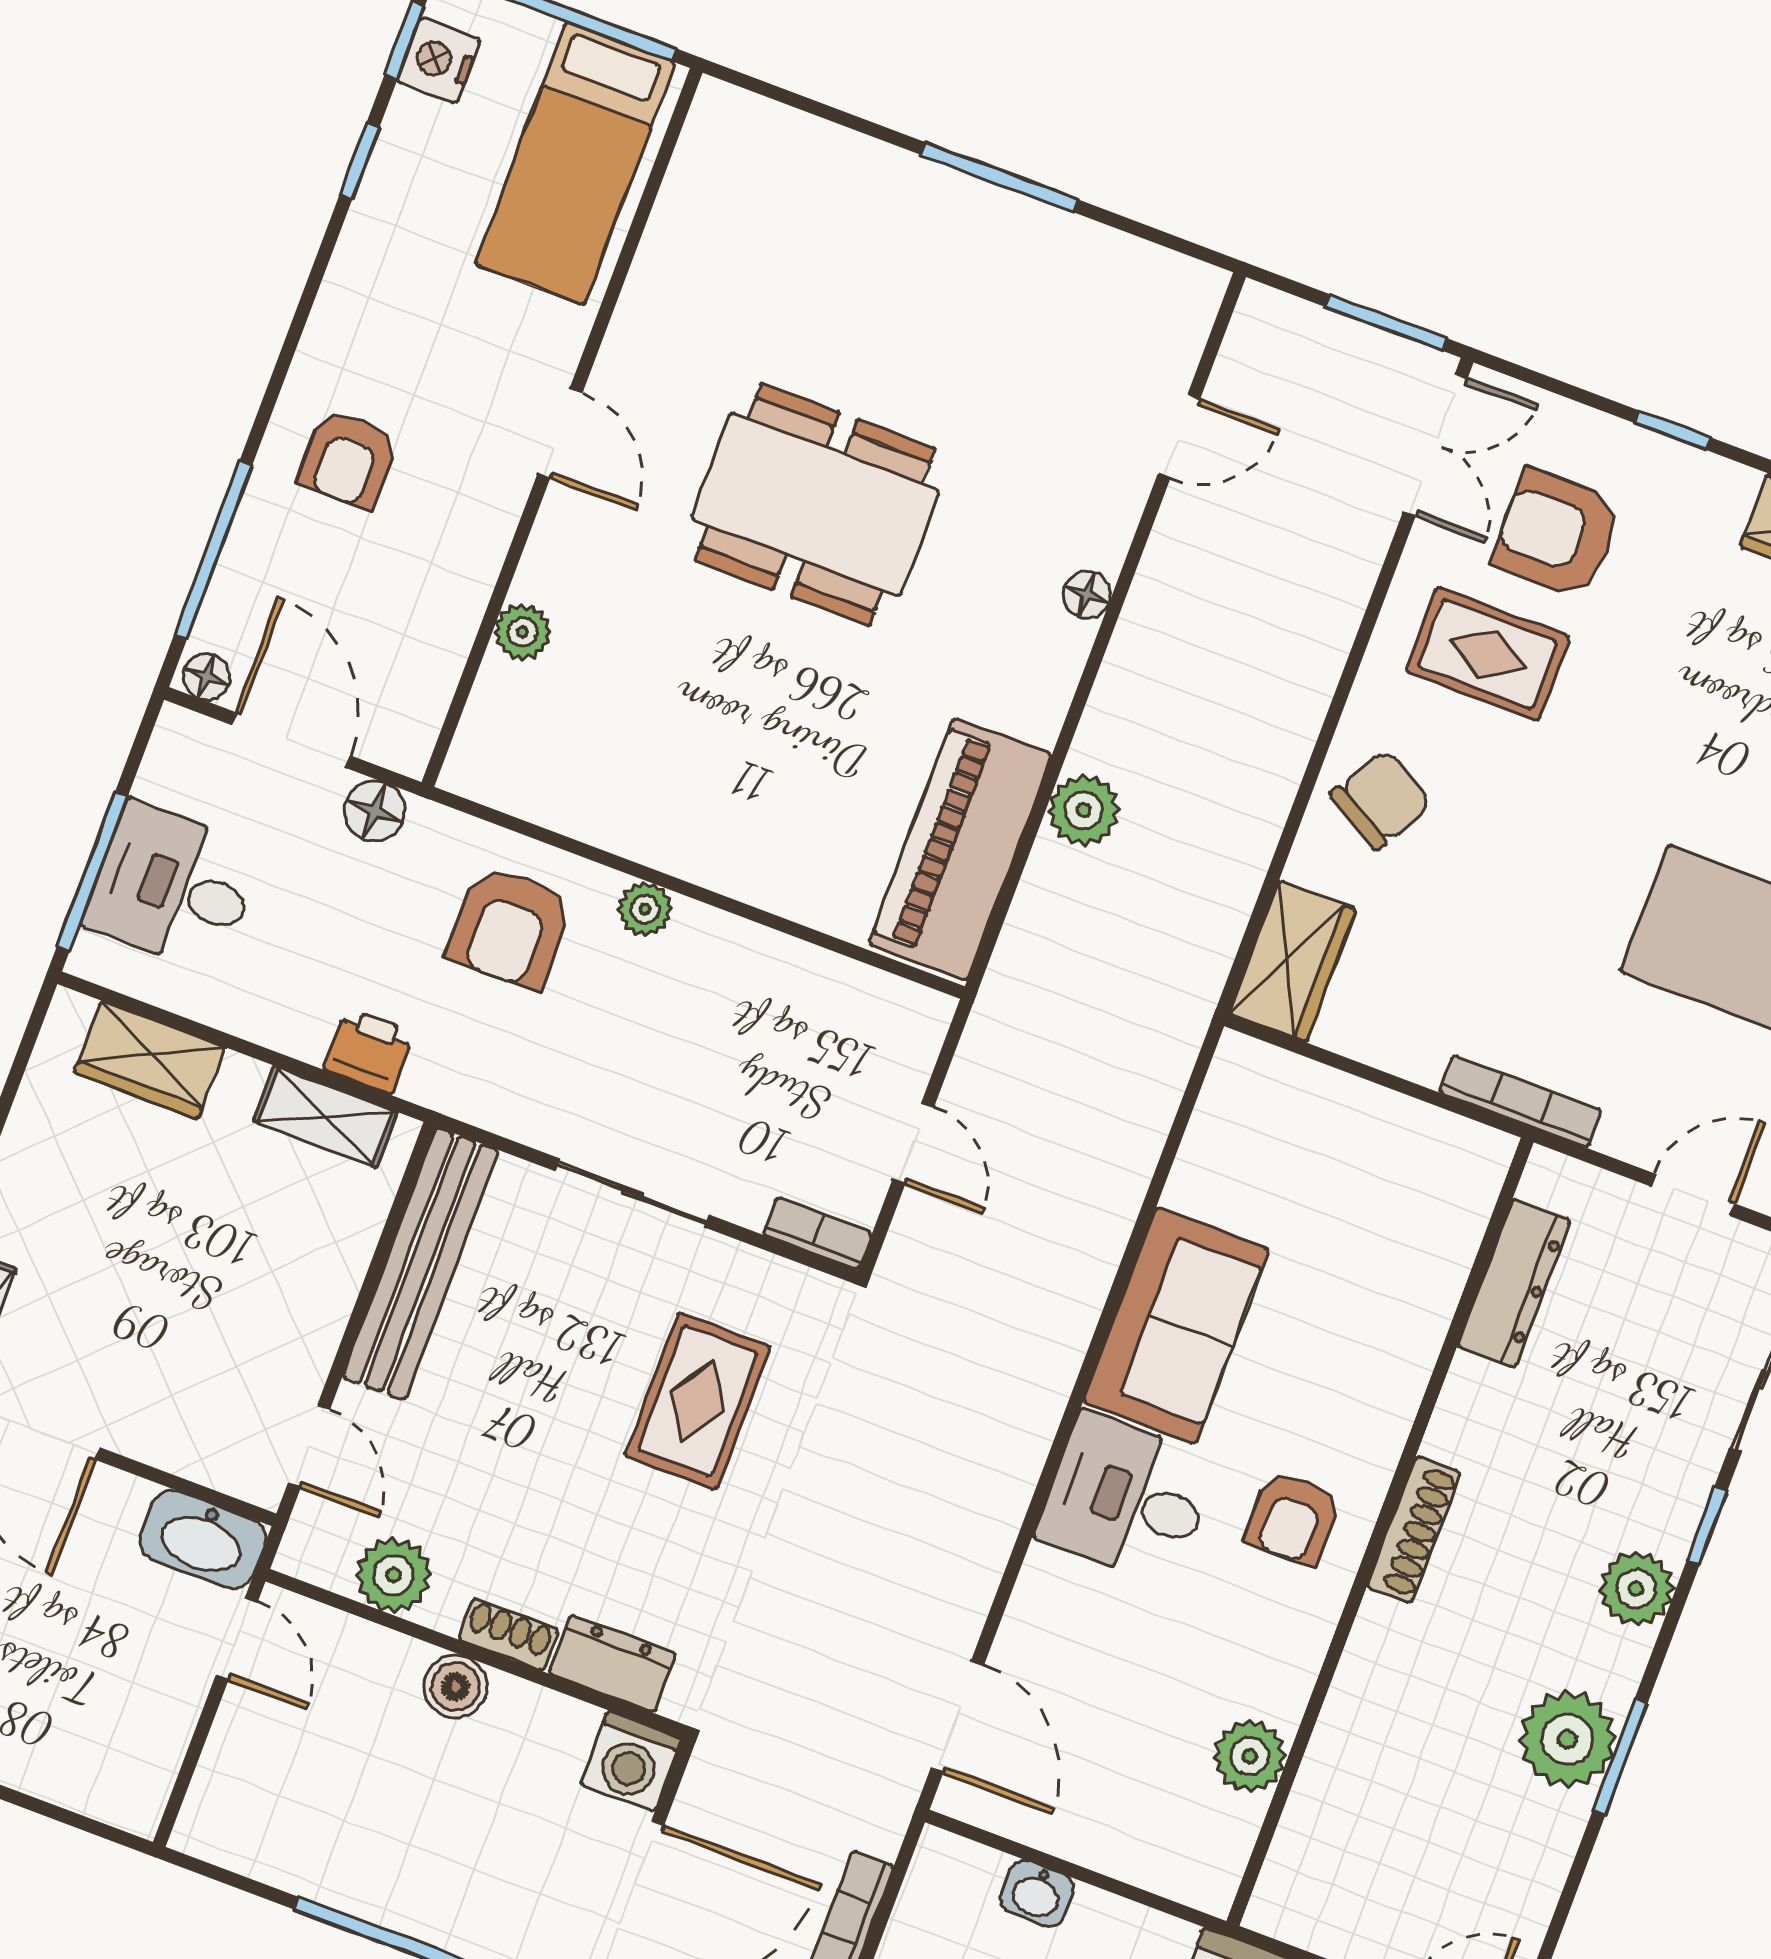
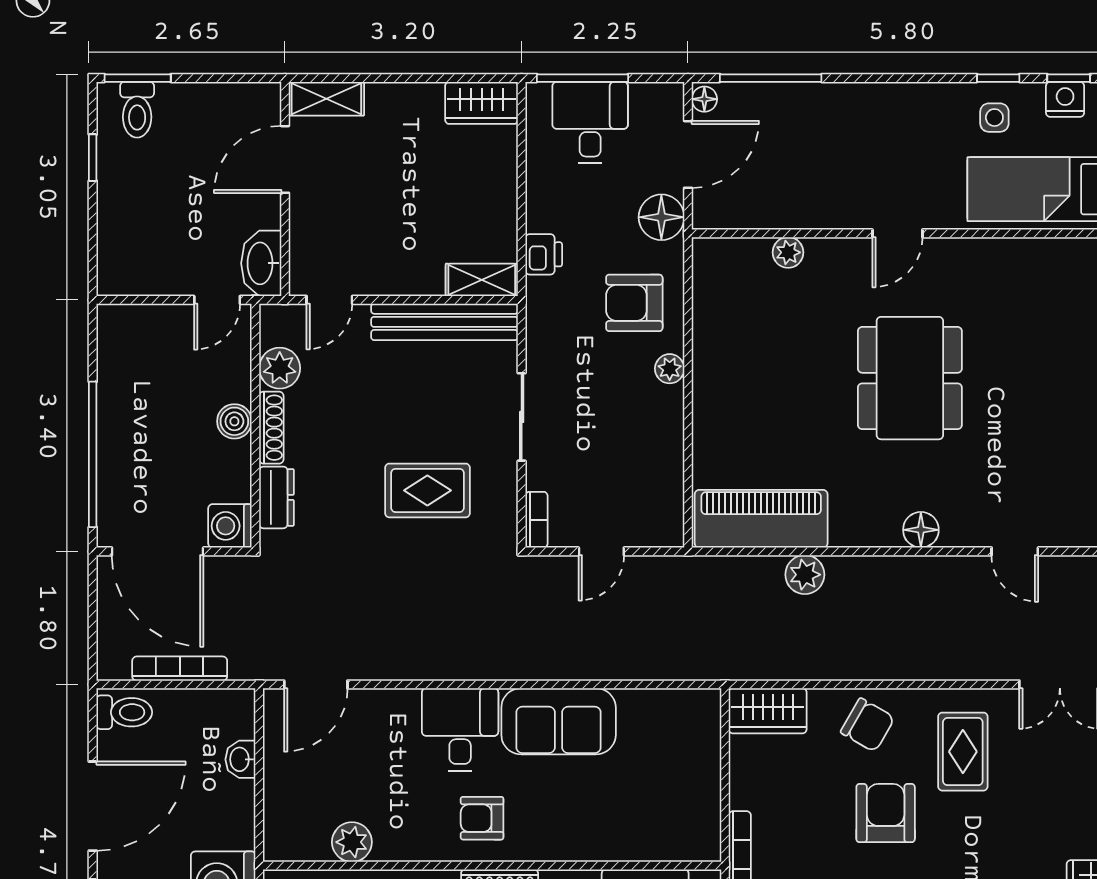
side table: (424, 193) -> (994, 118), added
armchair: (348, 459) -> (843, 130), removed
armchair: (1557, 534) -> (886, 813), moved
floor lamp: (1087, 595) -> (921, 530), width x1.37, depth x1.37
floor lamp: (374, 811) -> (661, 217), width x1.38, depth x1.38
wardrobe: (150, 1060) -> (482, 103), moved, turned -90
shelving: (325, 1117) -> (482, 280), moved, turned 90
shoe rack: (508, 1635) -> (271, 428), width x1.43

